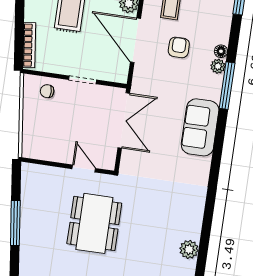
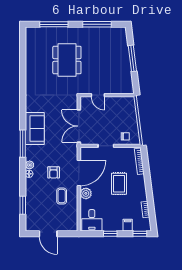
door: (135, 40) -> (79, 173), hinge flipped
window: (227, 86) -> (23, 144), moved
dining table: (94, 223) -> (67, 60), moved
plant: (189, 249) -> (31, 58), removed

